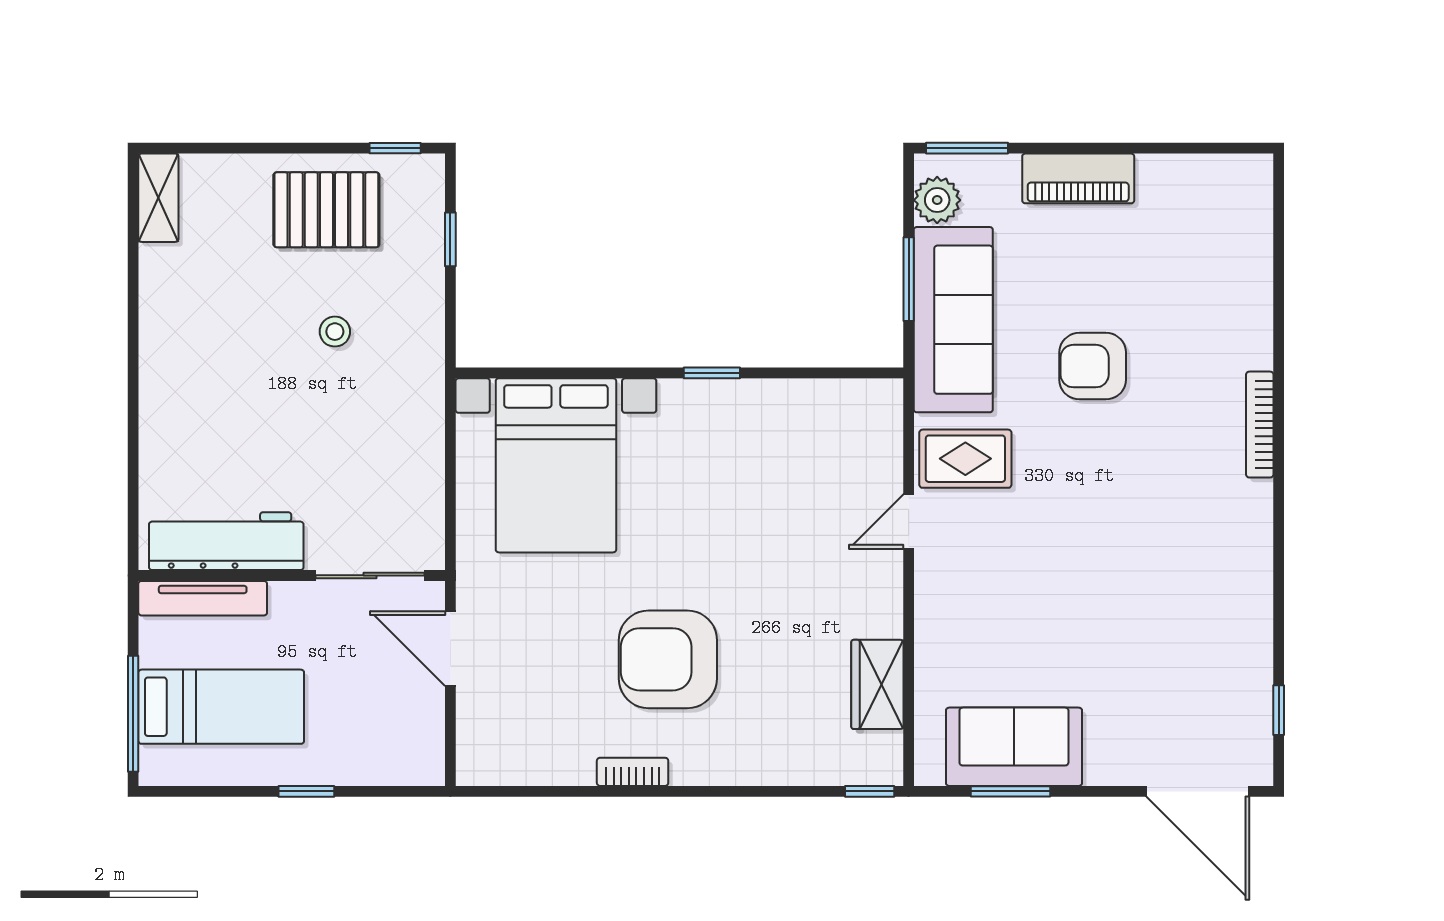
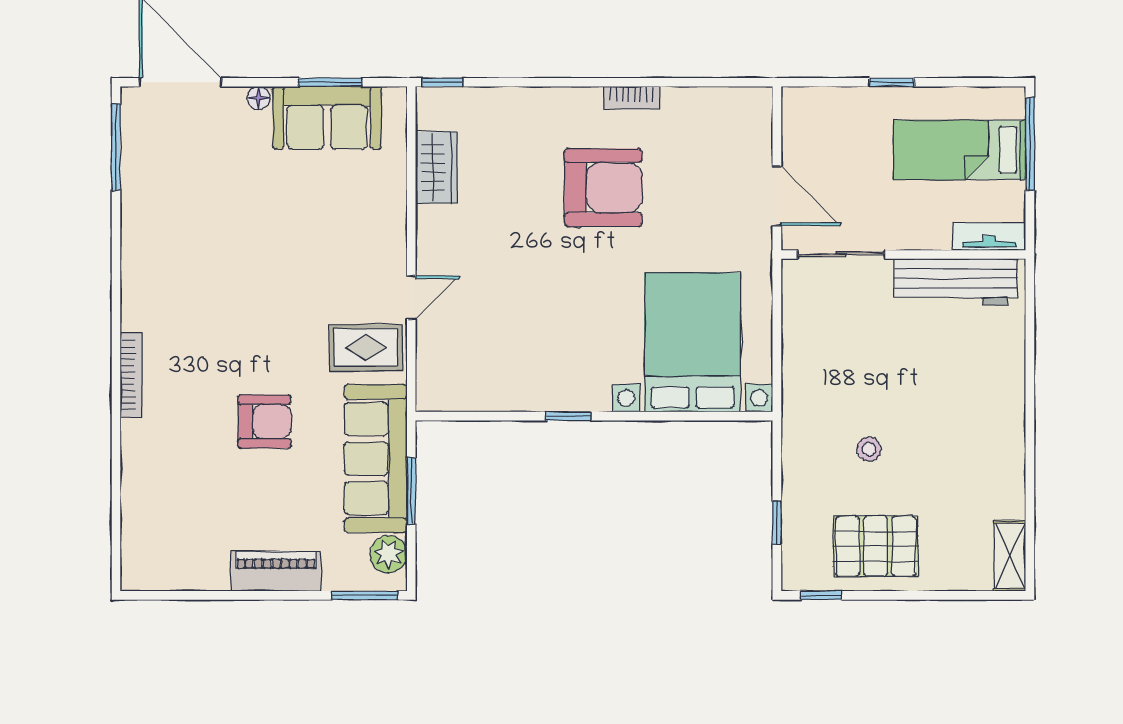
tv unit: (203, 598) -> (989, 236), width x0.71
window: (1279, 710) -> (116, 147), width x2.17
floor lamp: (1100, 772) -> (259, 98), added

